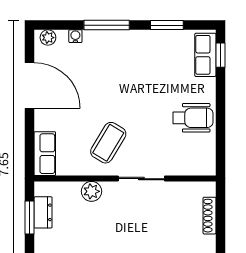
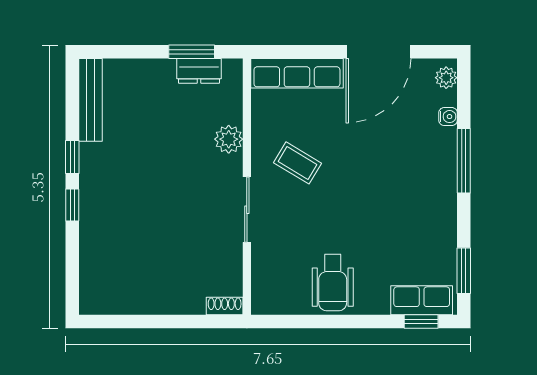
window: (167, 25) -> (464, 271), moved
coffee table: (108, 143) -> (297, 163), width x0.73, depth x0.77
row of seats: (45, 154) -> (297, 73), width x1.48
shoe rack: (209, 216) -> (225, 306), moved, width x0.70

